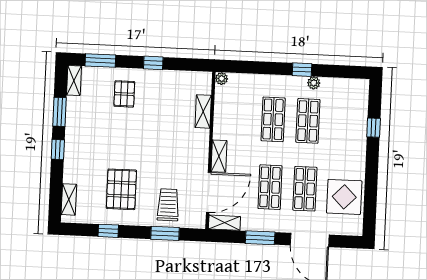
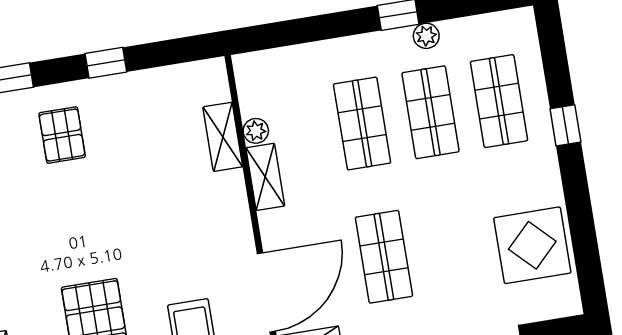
plant: (222, 79) -> (256, 131), moved
window: (374, 128) -> (565, 125), moved
shelving: (219, 156) -> (265, 177), moved
shop shelf: (305, 189) -> (499, 101), moved

